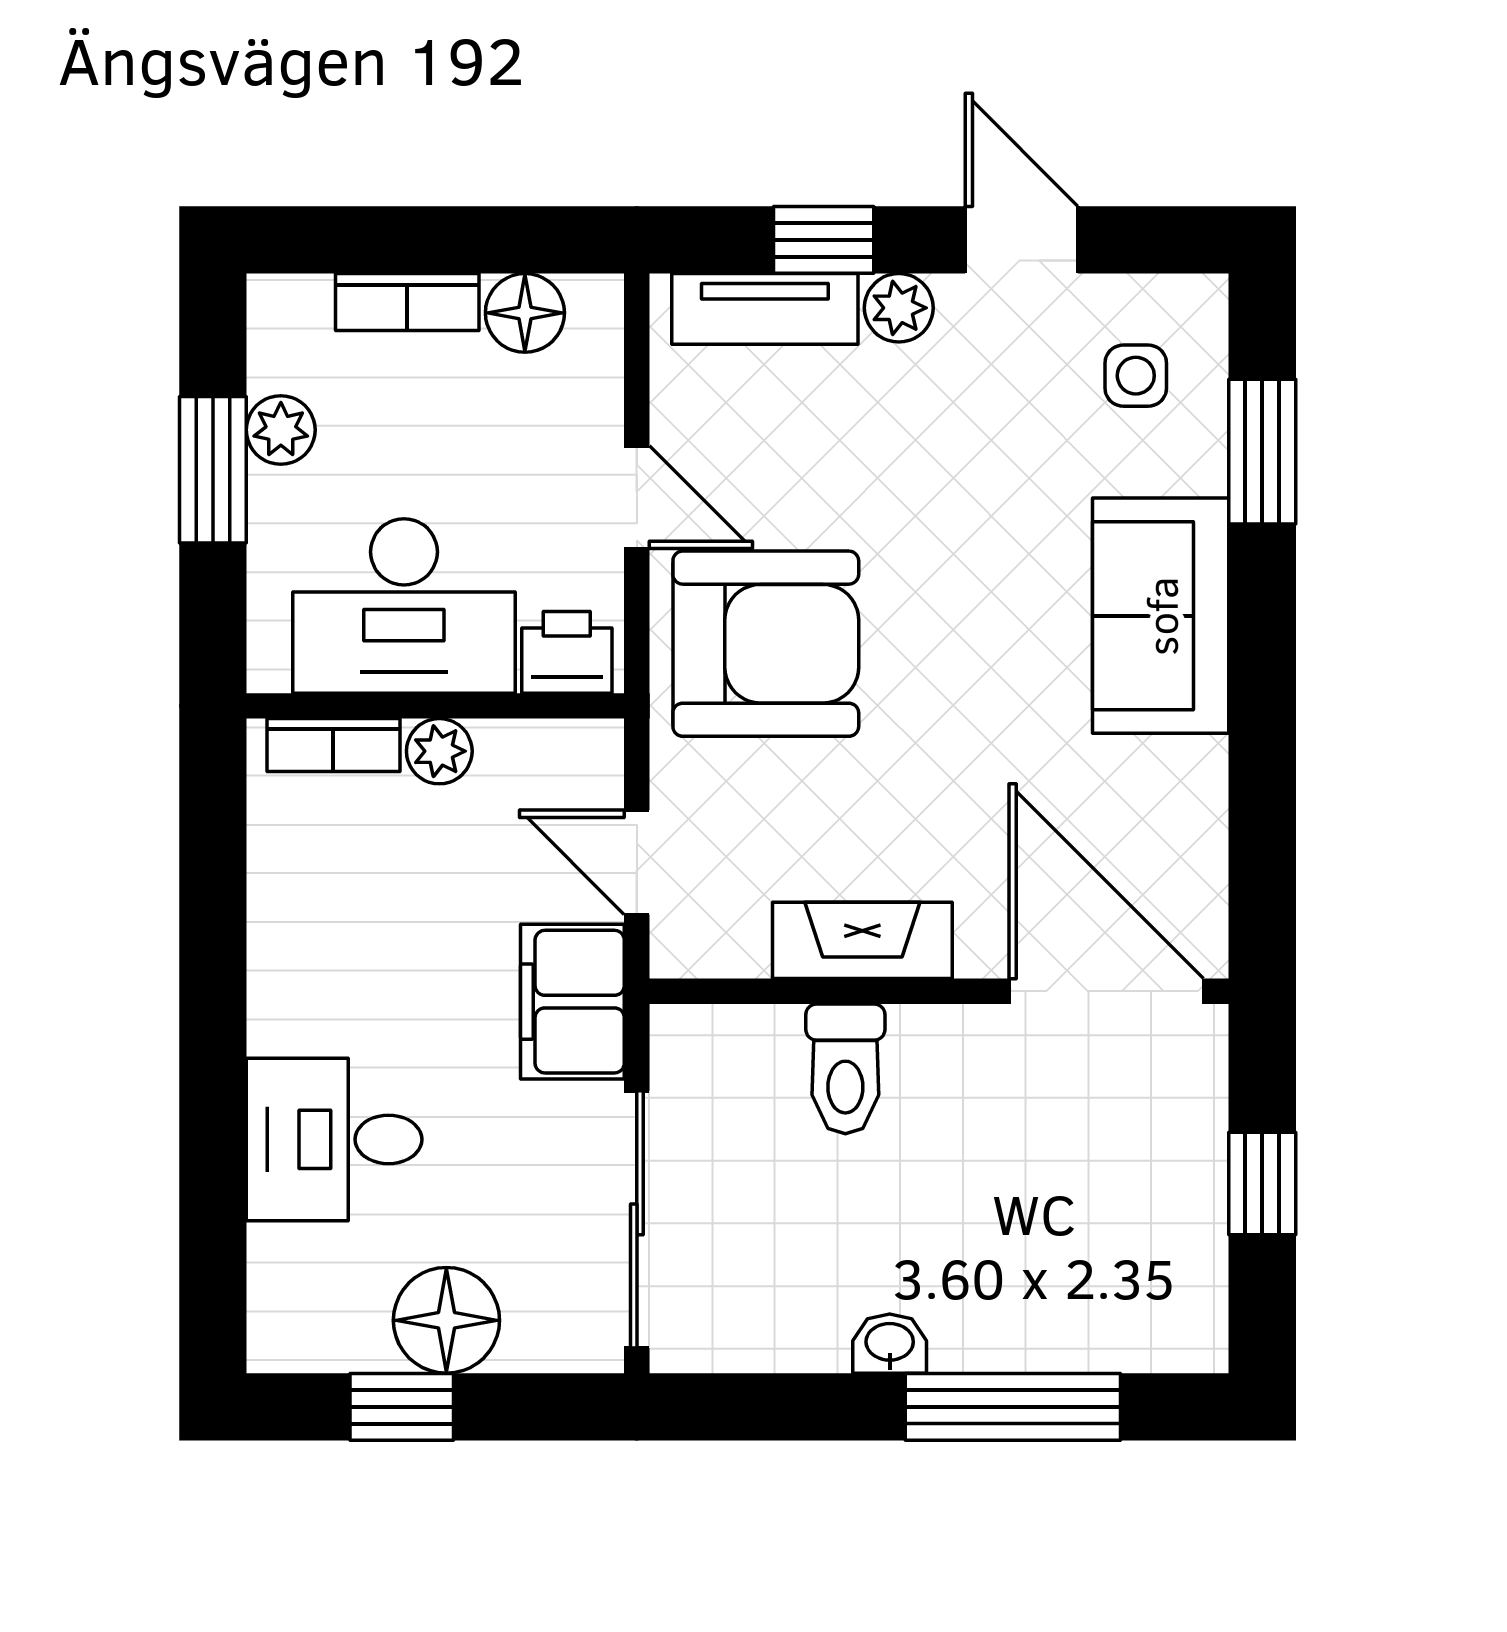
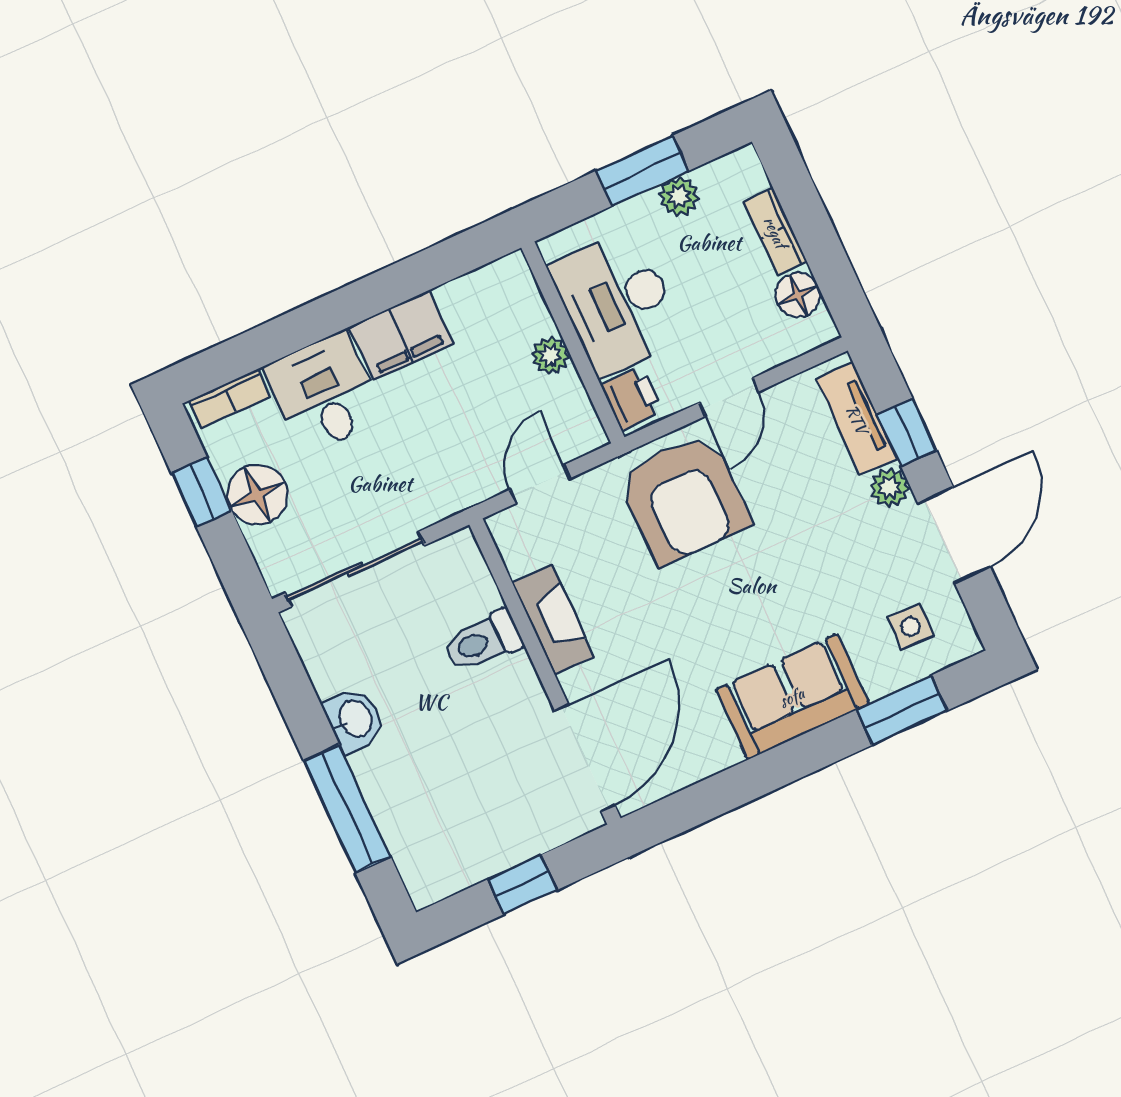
door: (1021, 240) -> (954, 535), width x1.38
bookcase: (333, 745) -> (230, 398), moved, turned -90
filing cabinet: (572, 1002) -> (401, 335), moved, turned 180
washbasin: (890, 1344) -> (354, 719), width x1.38, depth x1.45

